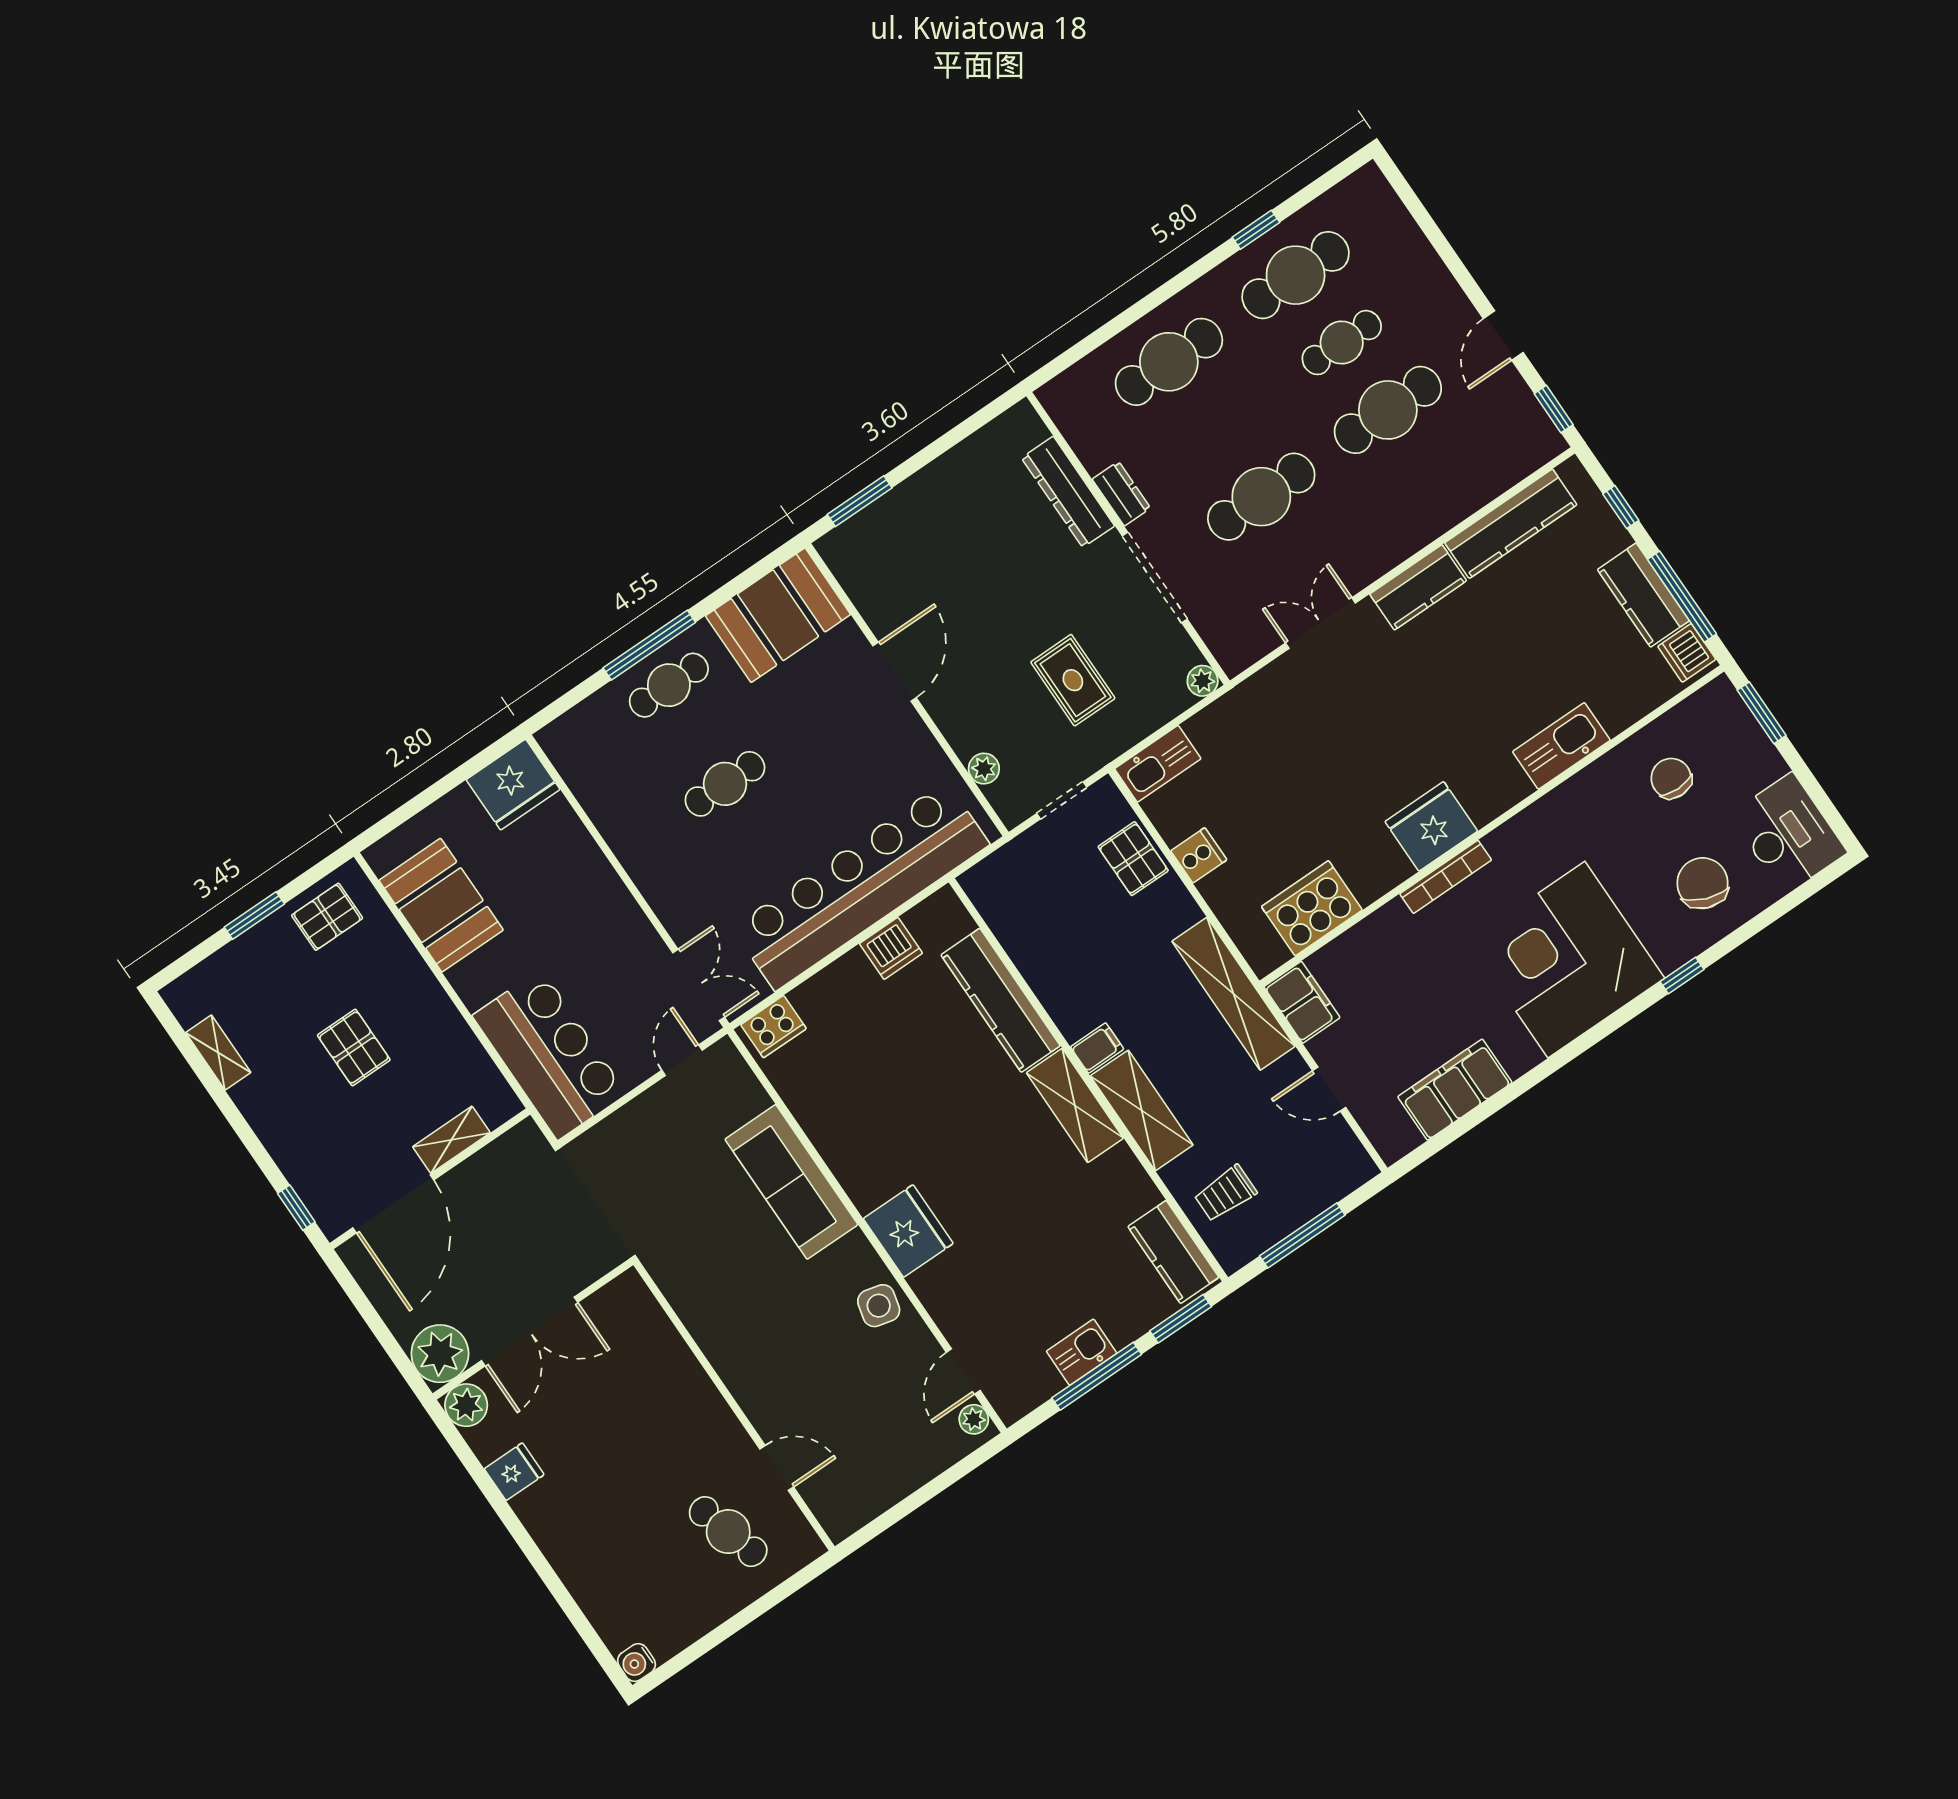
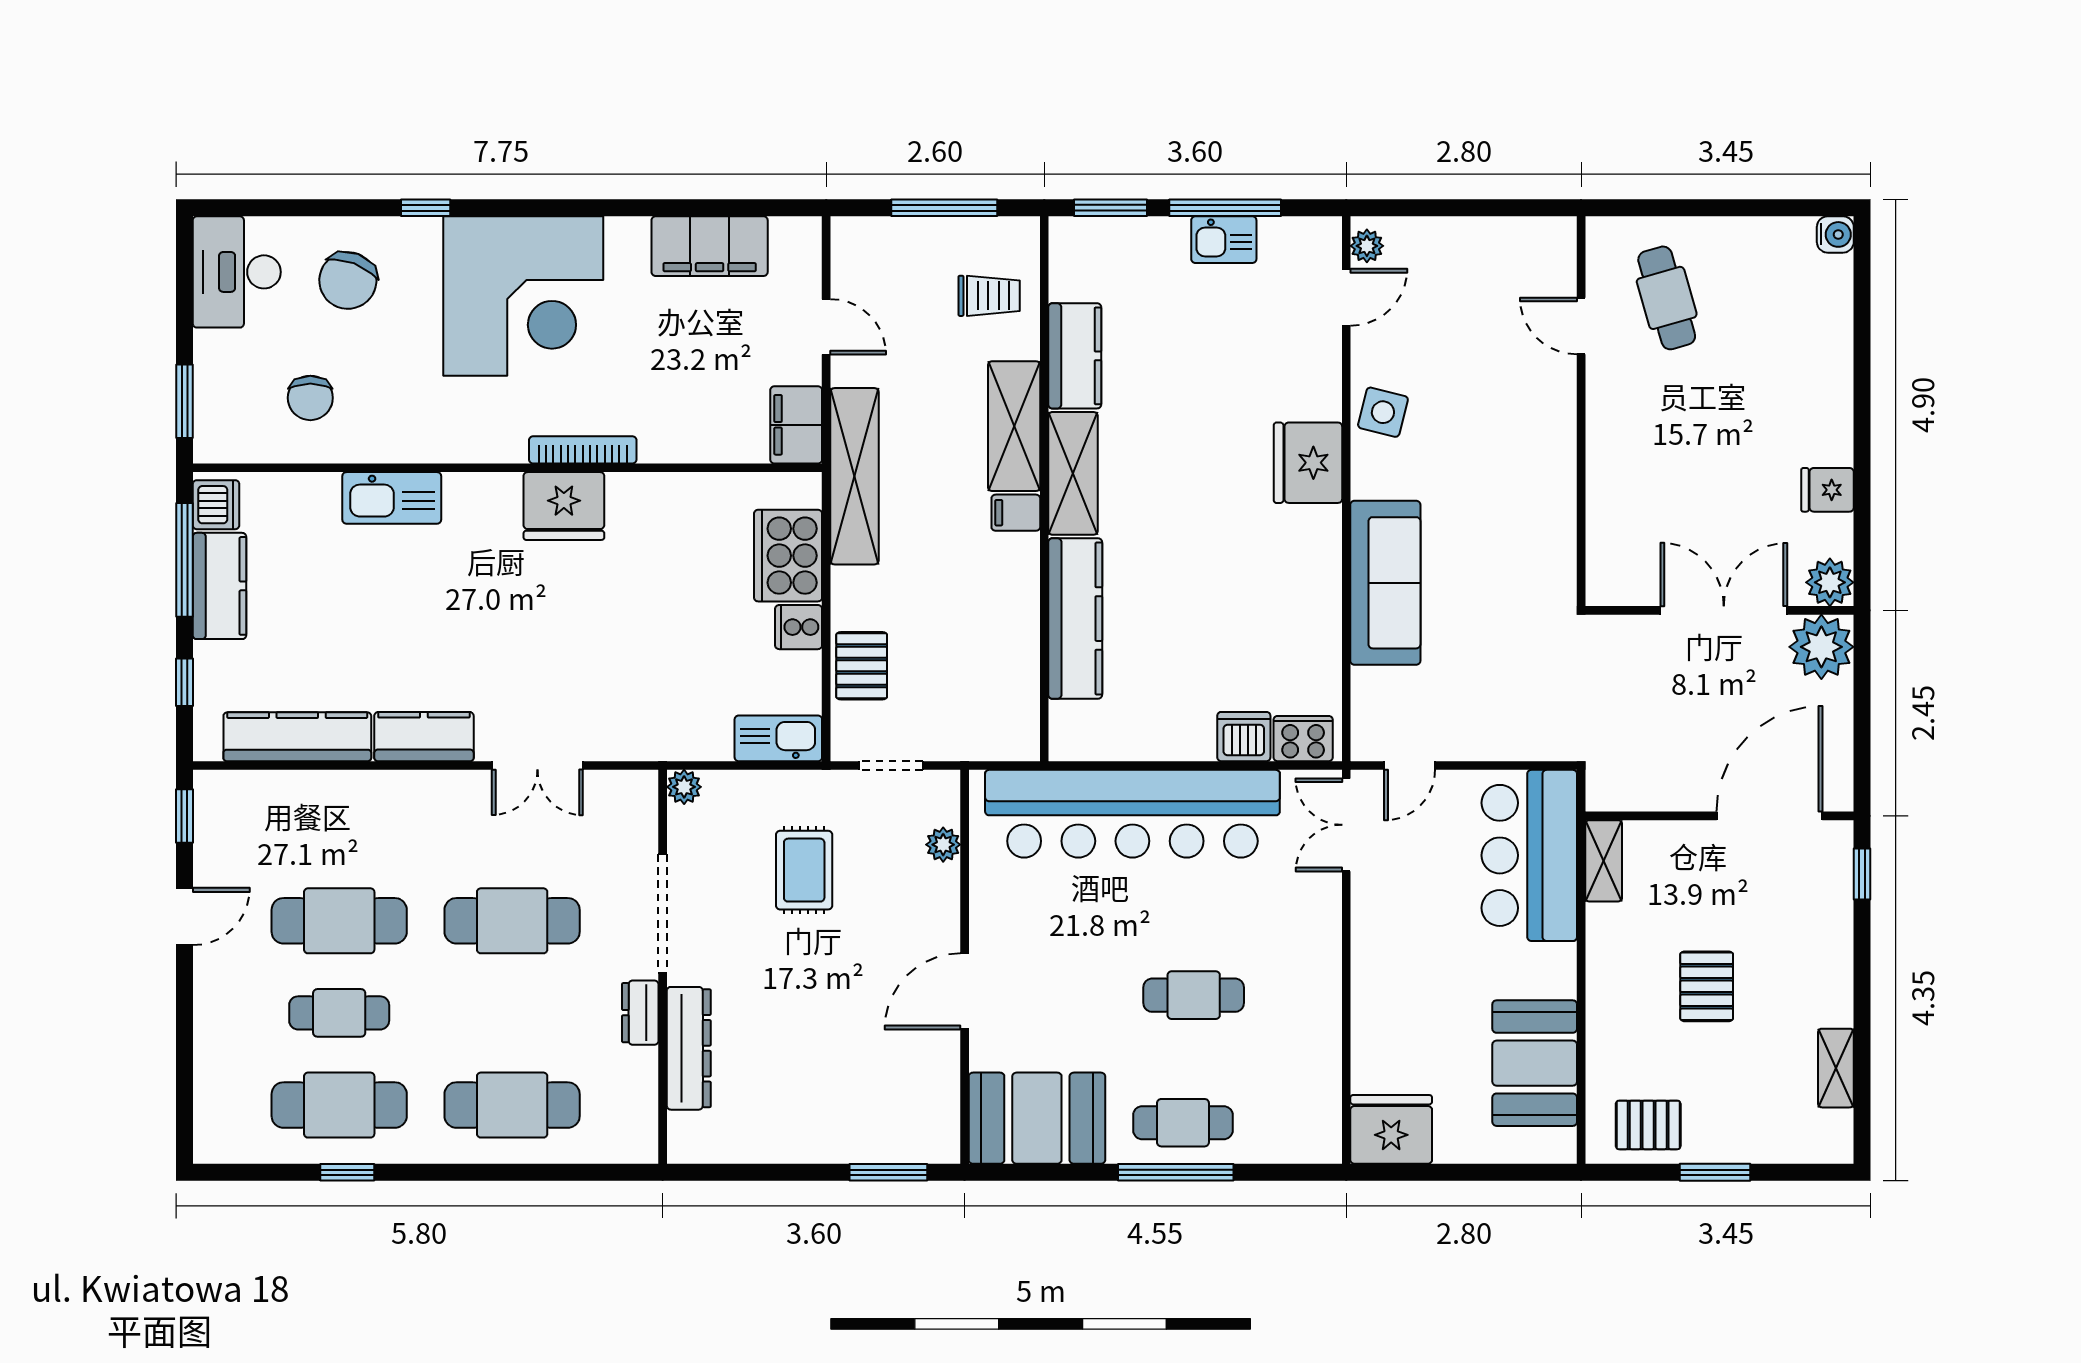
cooker: (1312, 908) -> (788, 556), moved, turned 90
dishwasher: (891, 948) -> (1244, 737), moved
shelving: (451, 1140) -> (1604, 861), moved, turned 90
kitchen counter: (1173, 1252) -> (1075, 356), moved

